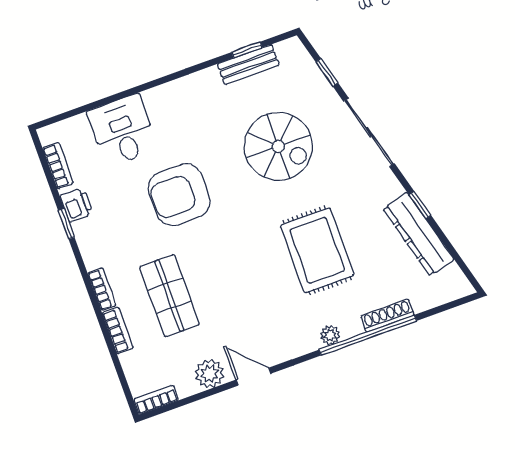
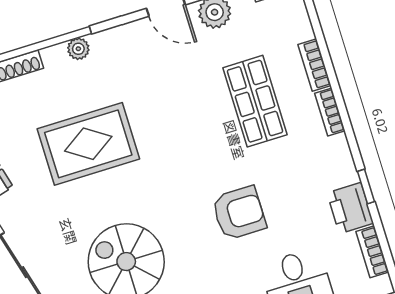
armchair: (179, 195) -> (239, 213), width x0.73, depth x0.73
printer: (77, 205) -> (350, 208), width x1.36, depth x1.24
rug: (317, 250) -> (88, 144), turned 90

